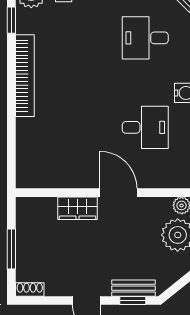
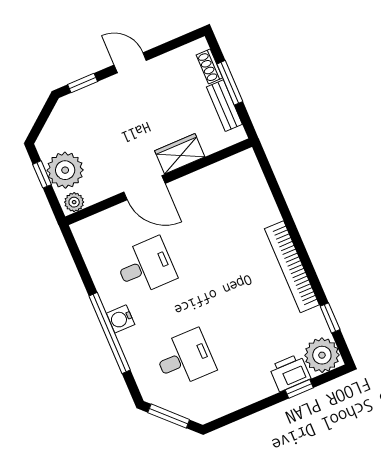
desk: (145, 127) -> (146, 266), turned 180
bench: (134, 288) -> (224, 106), moved, turned 90
shoe rack: (30, 290) -> (209, 66), moved, turned 90

